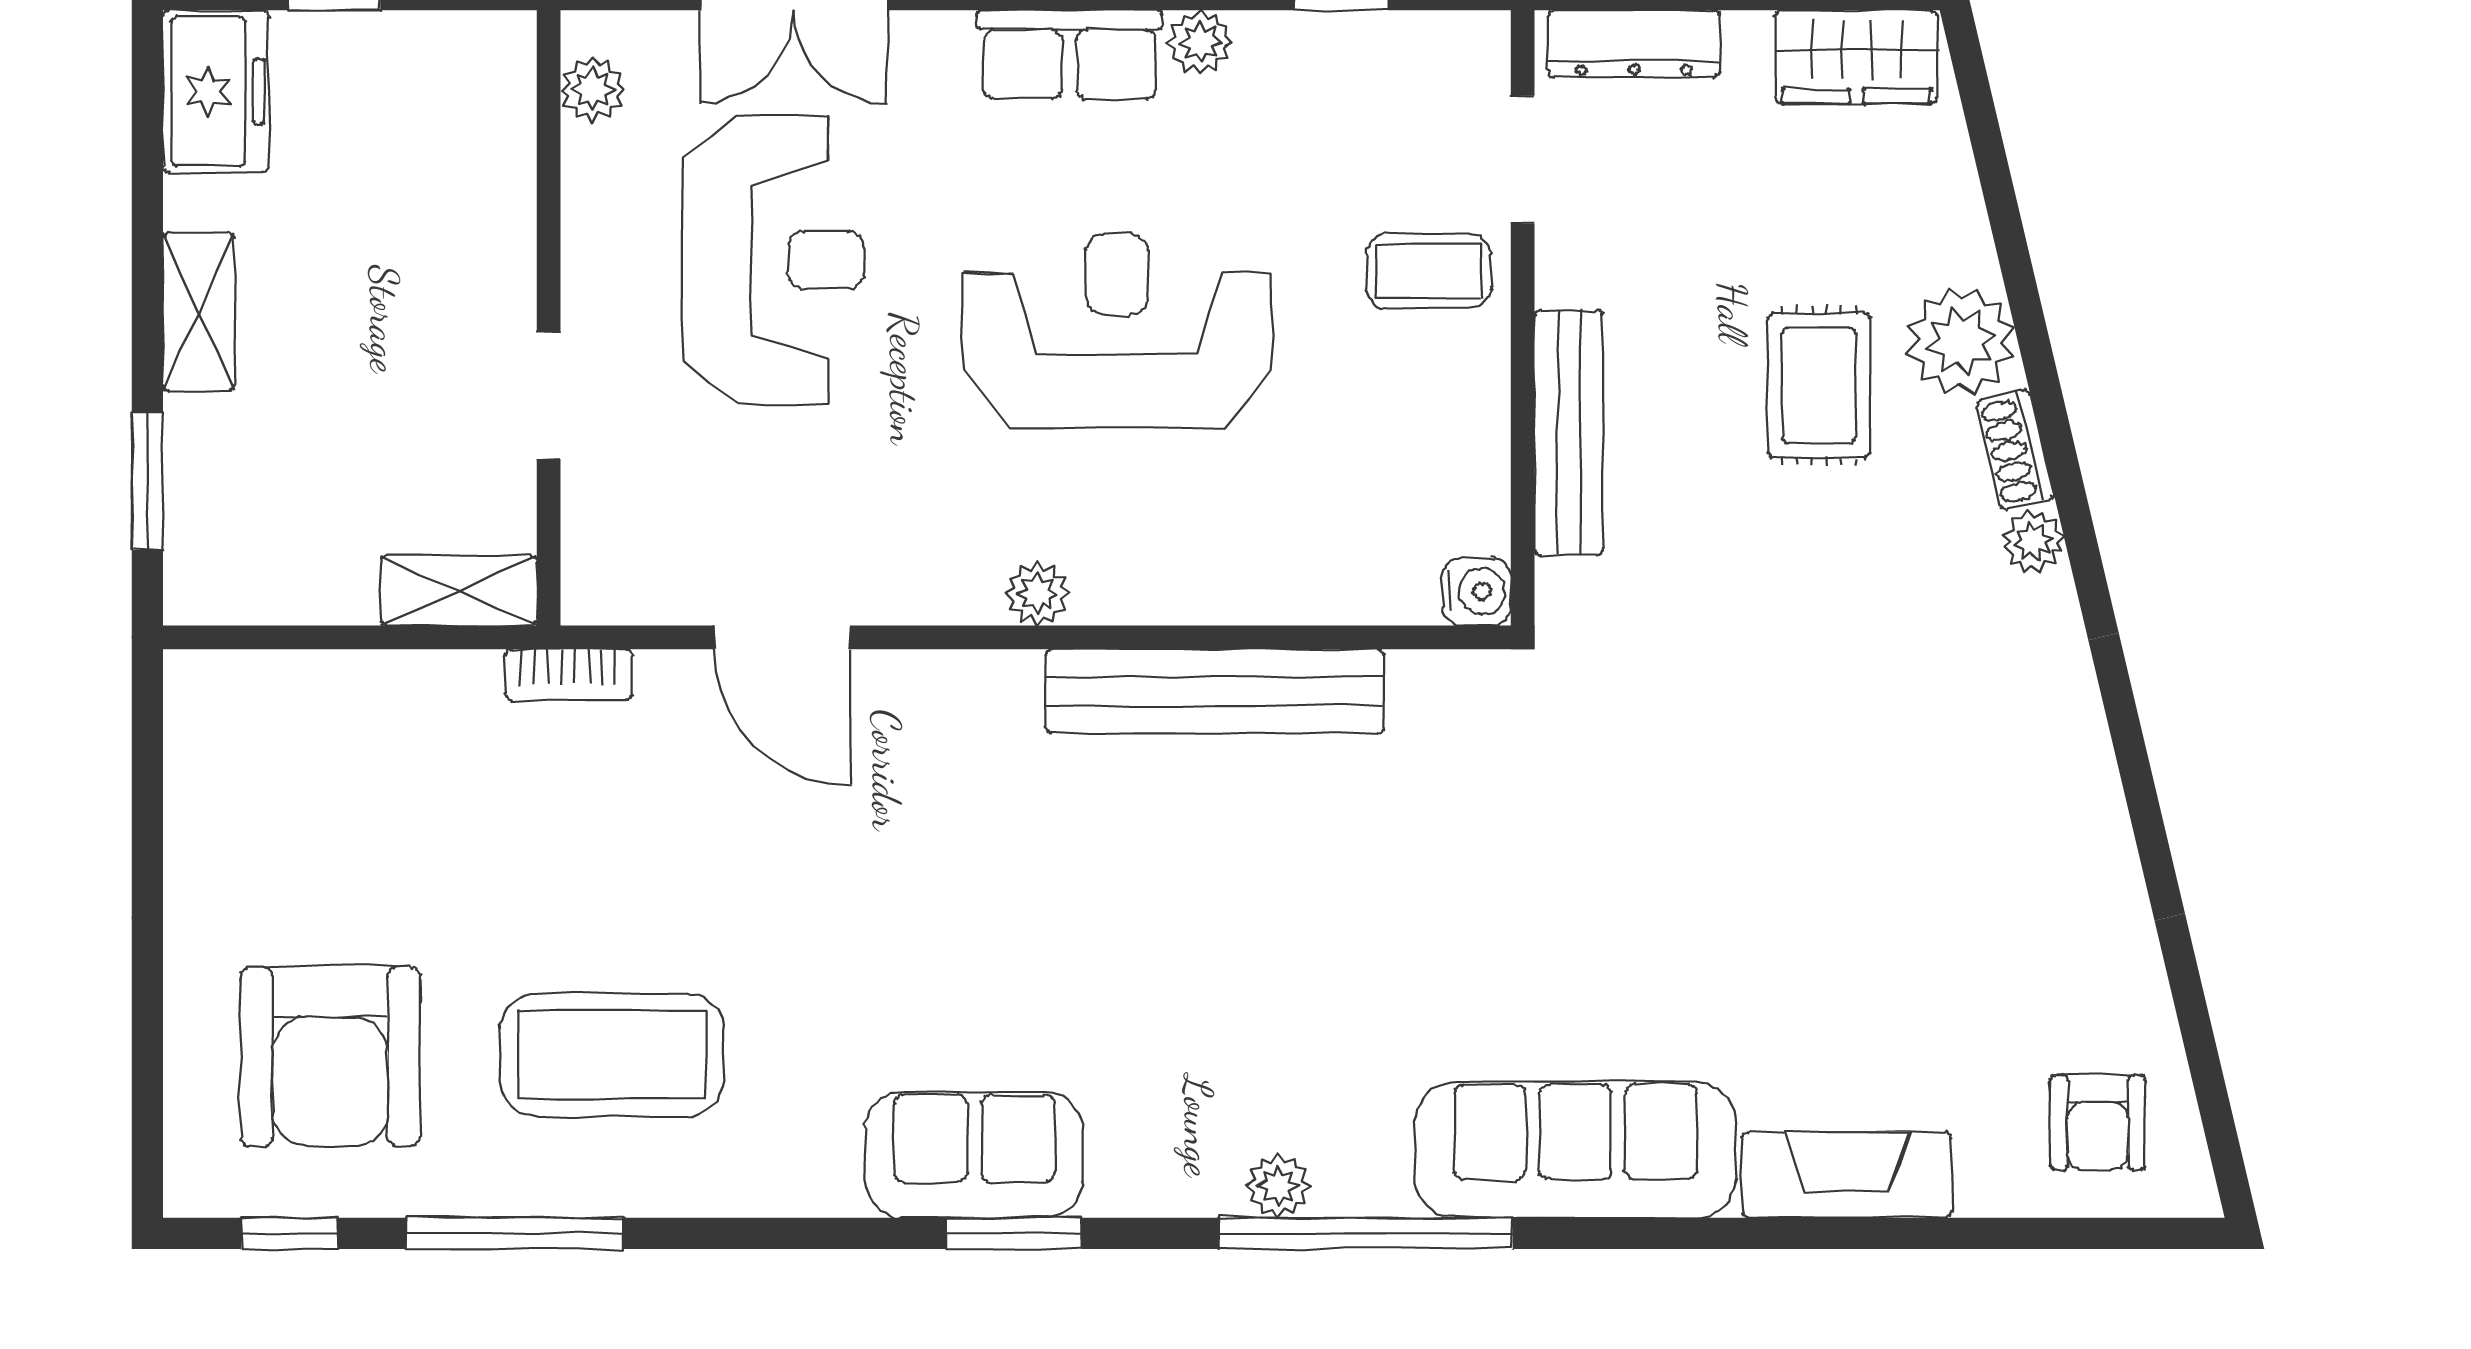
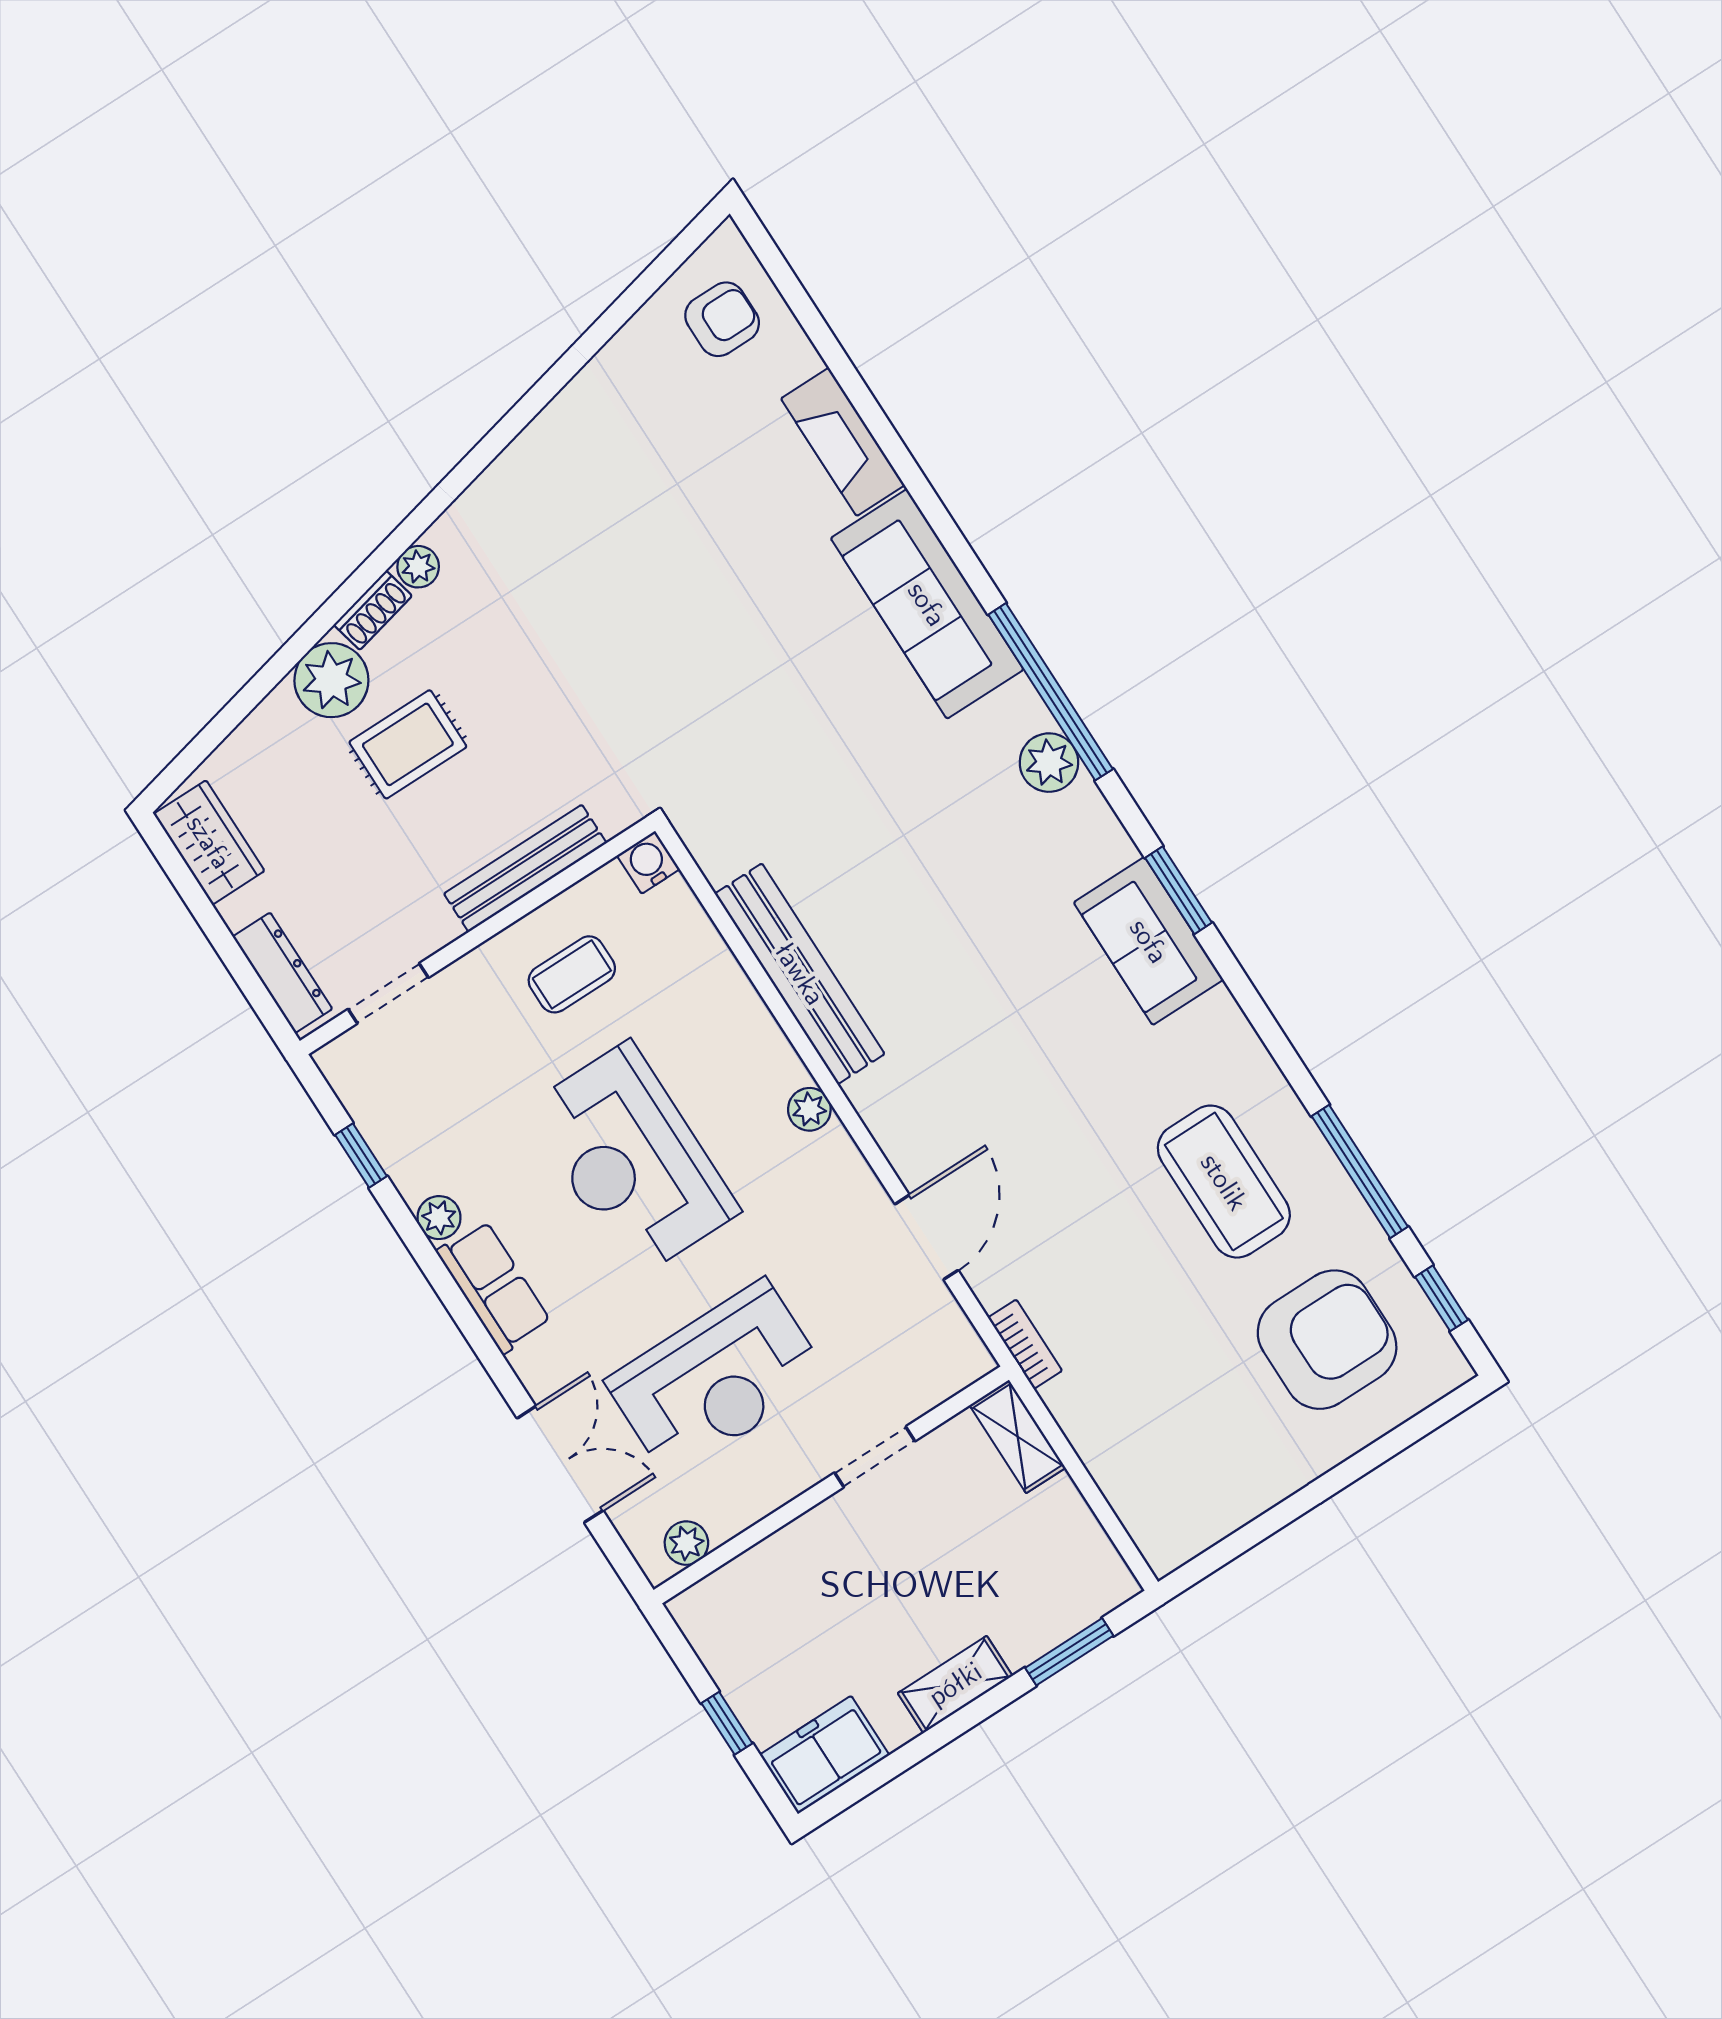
reception desk: (774, 260) -> (717, 1379), turned 180
coffee table: (1429, 271) -> (572, 974), moved, turned 90
plant: (1278, 1186) -> (1049, 763), width x1.38, depth x1.38

